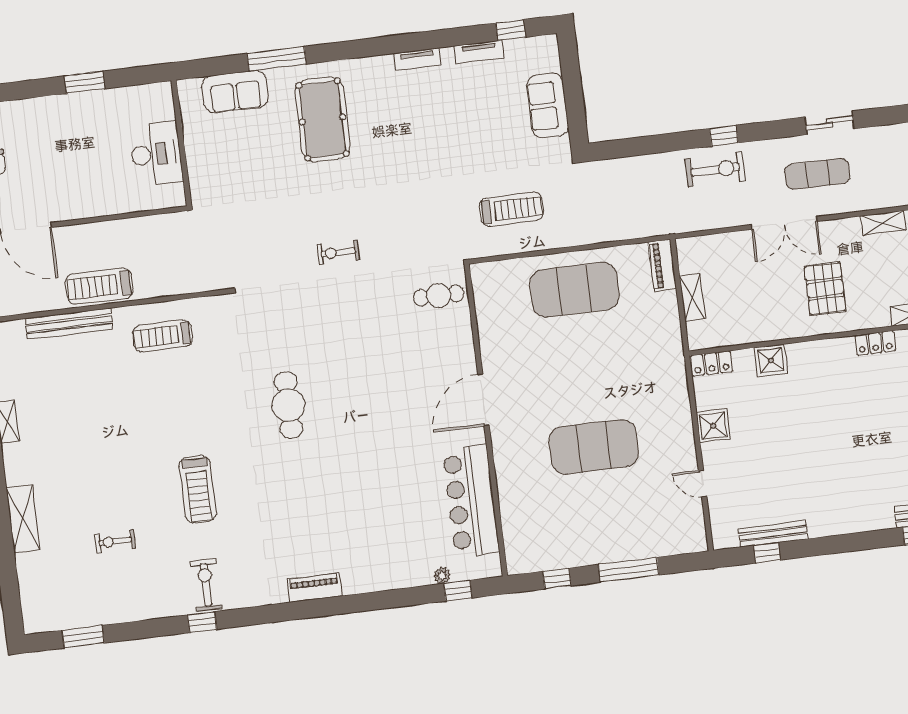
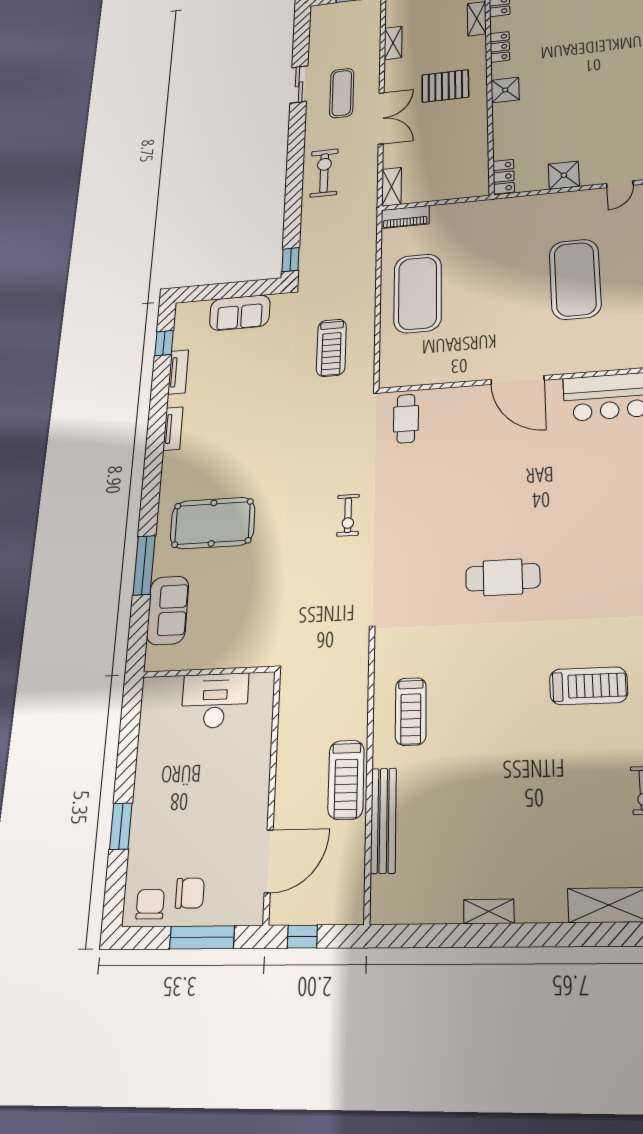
window: (85, 82) -> (121, 826), moved
window: (724, 136) -> (290, 260), moved
treadmill: (511, 209) -> (331, 348), turned 180
shelving: (692, 297) -> (392, 187), moved, turned 90
shower: (771, 360) -> (505, 90), moved

